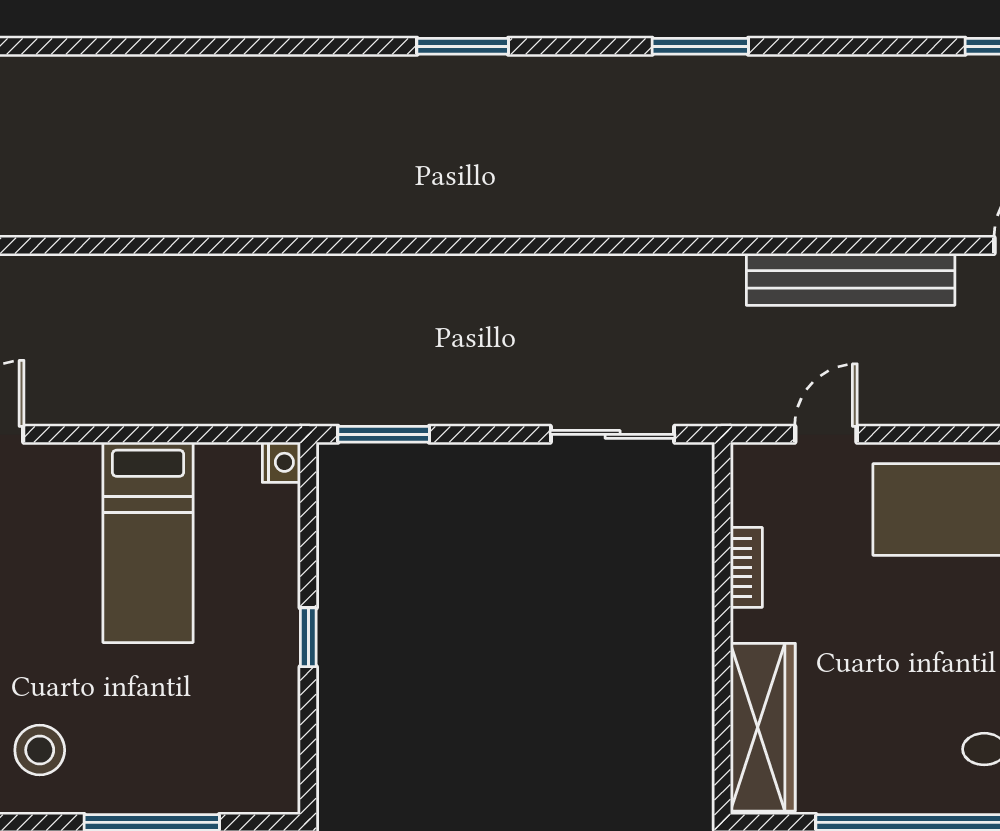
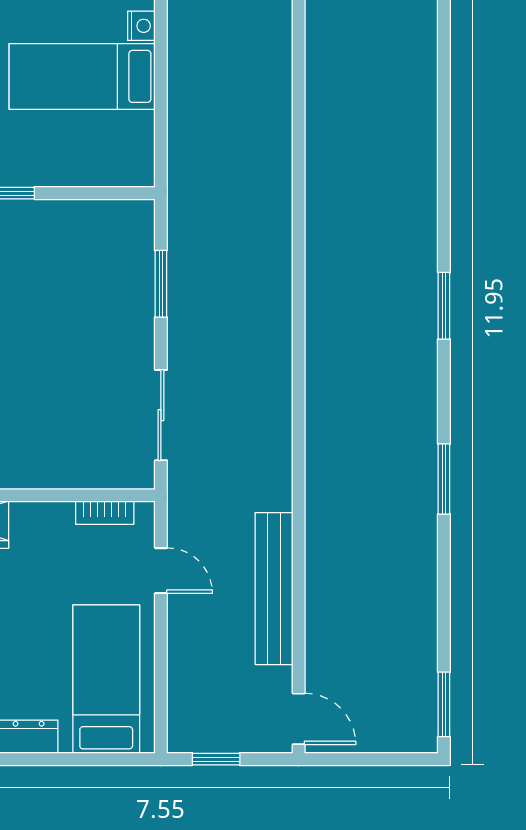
window: (384, 434) -> (161, 284), moved
nightstand: (281, 462) -> (141, 26), moved, turned -90
bookcase: (746, 567) -> (105, 513), moved

